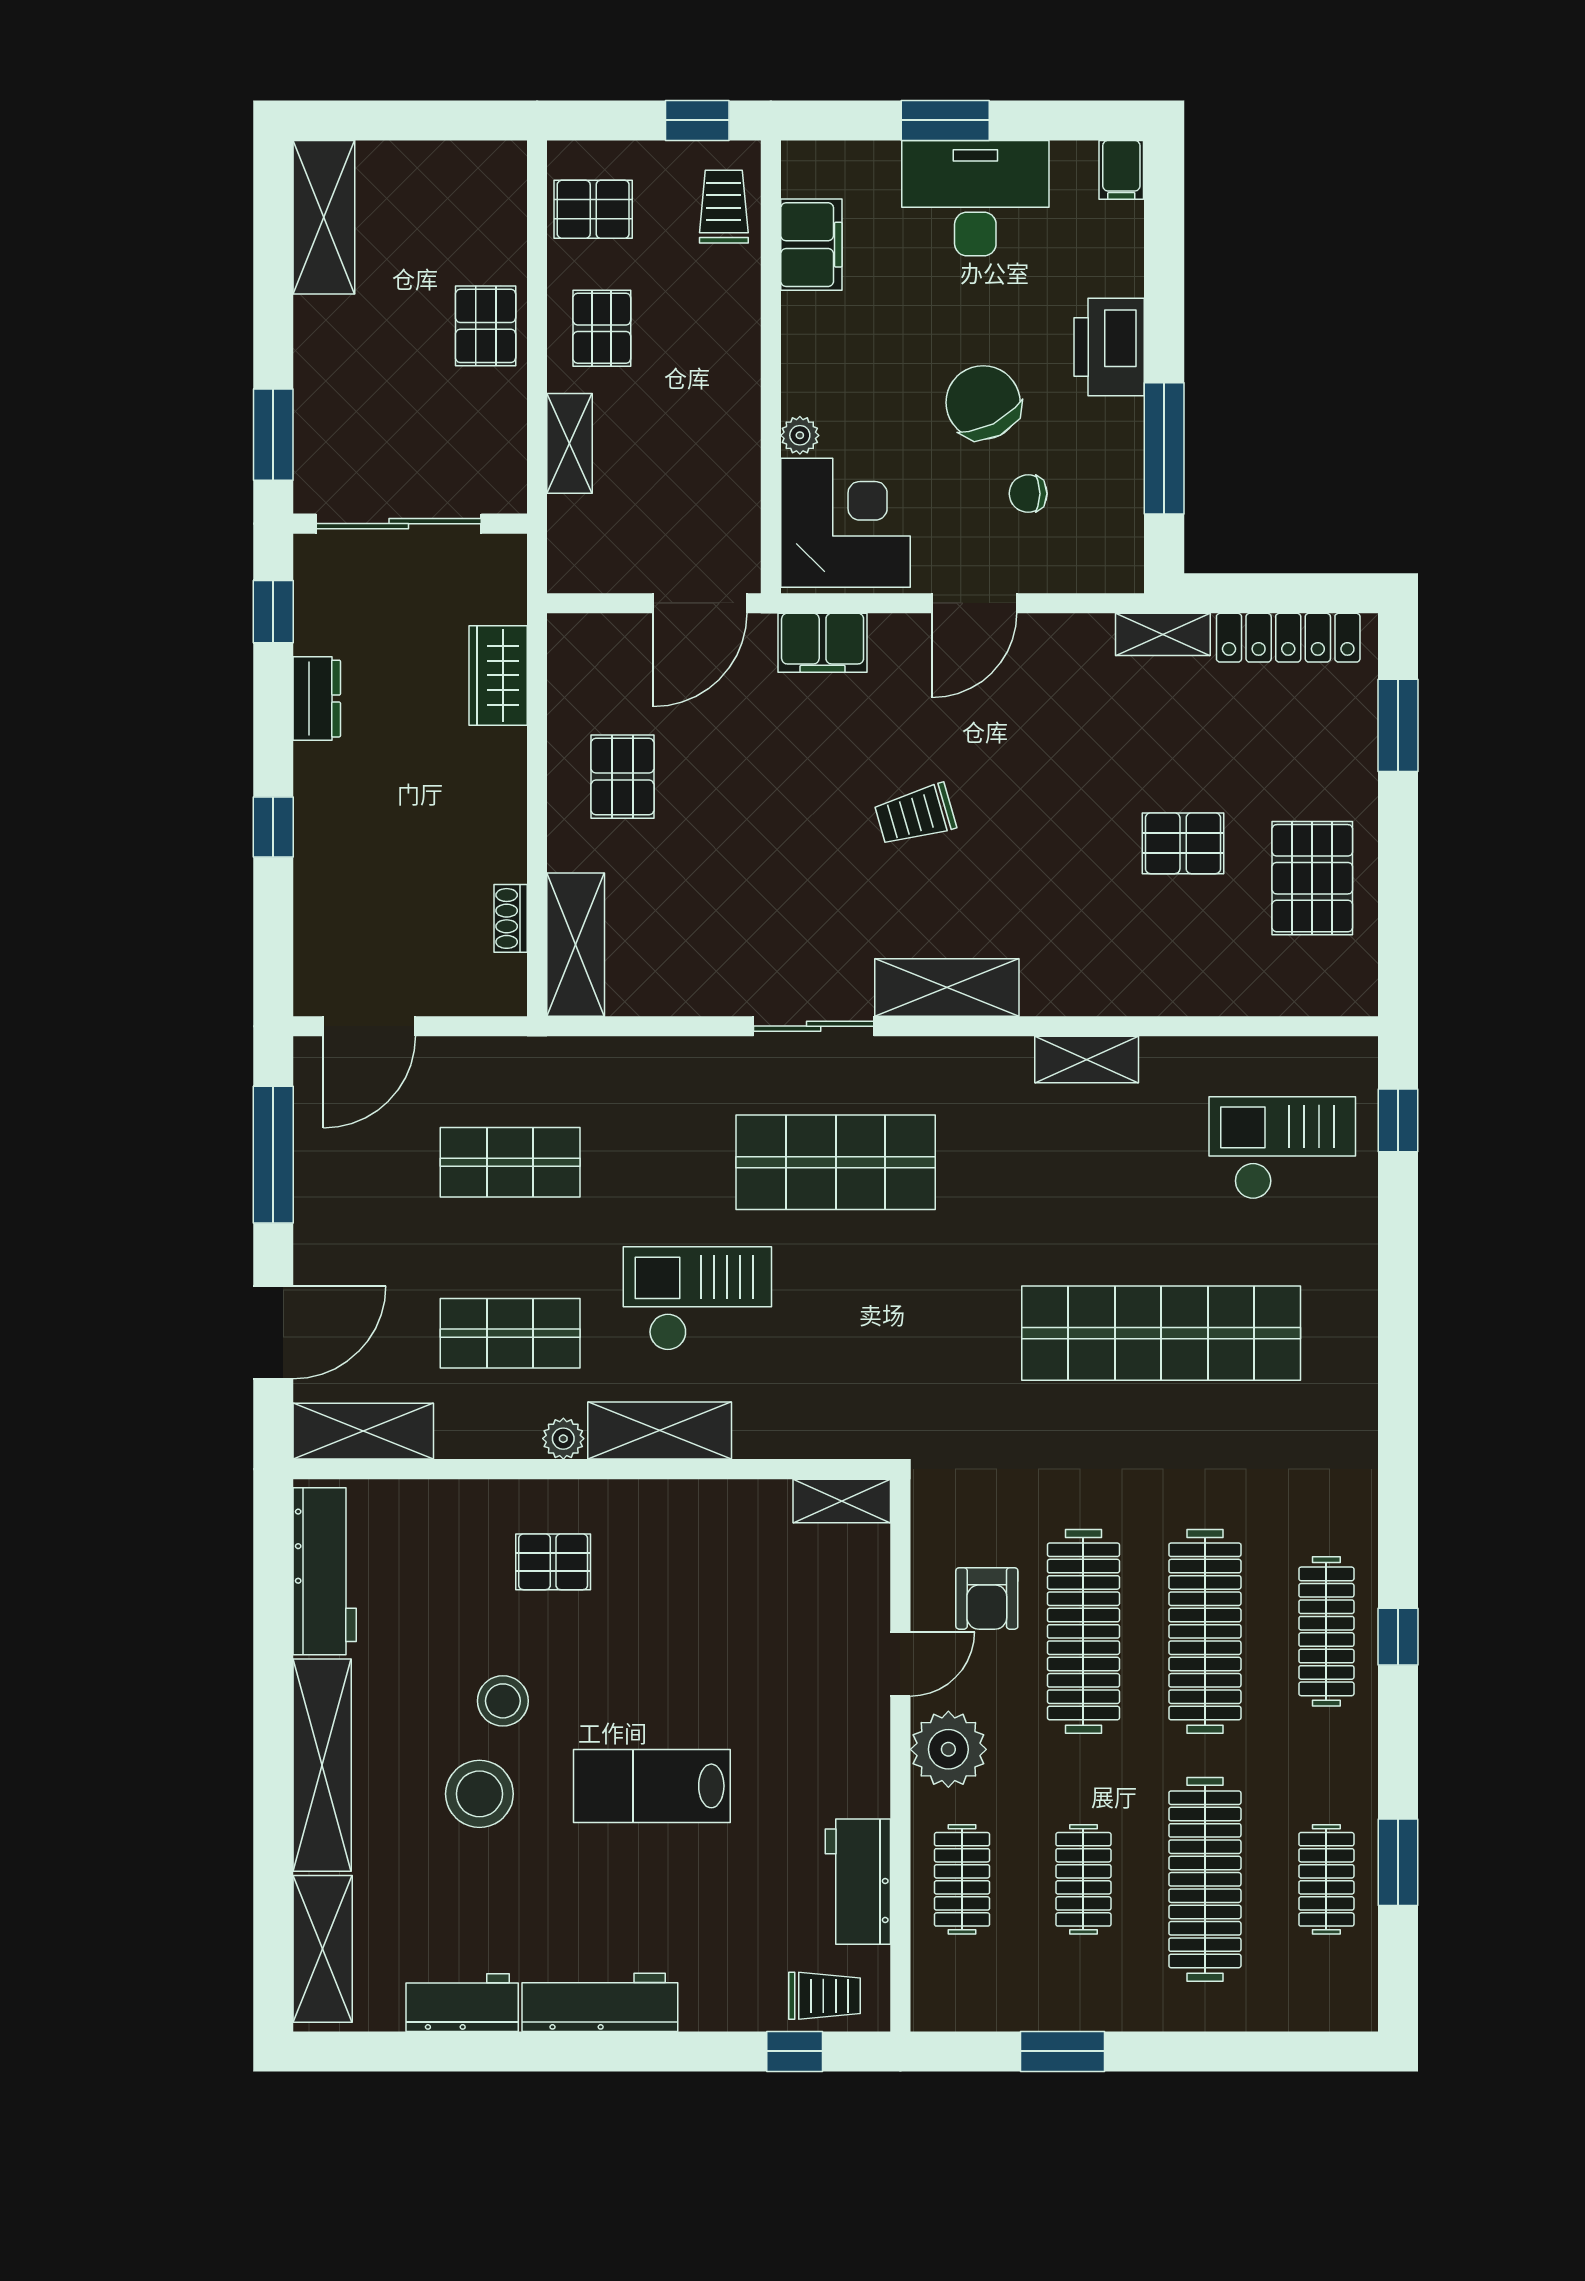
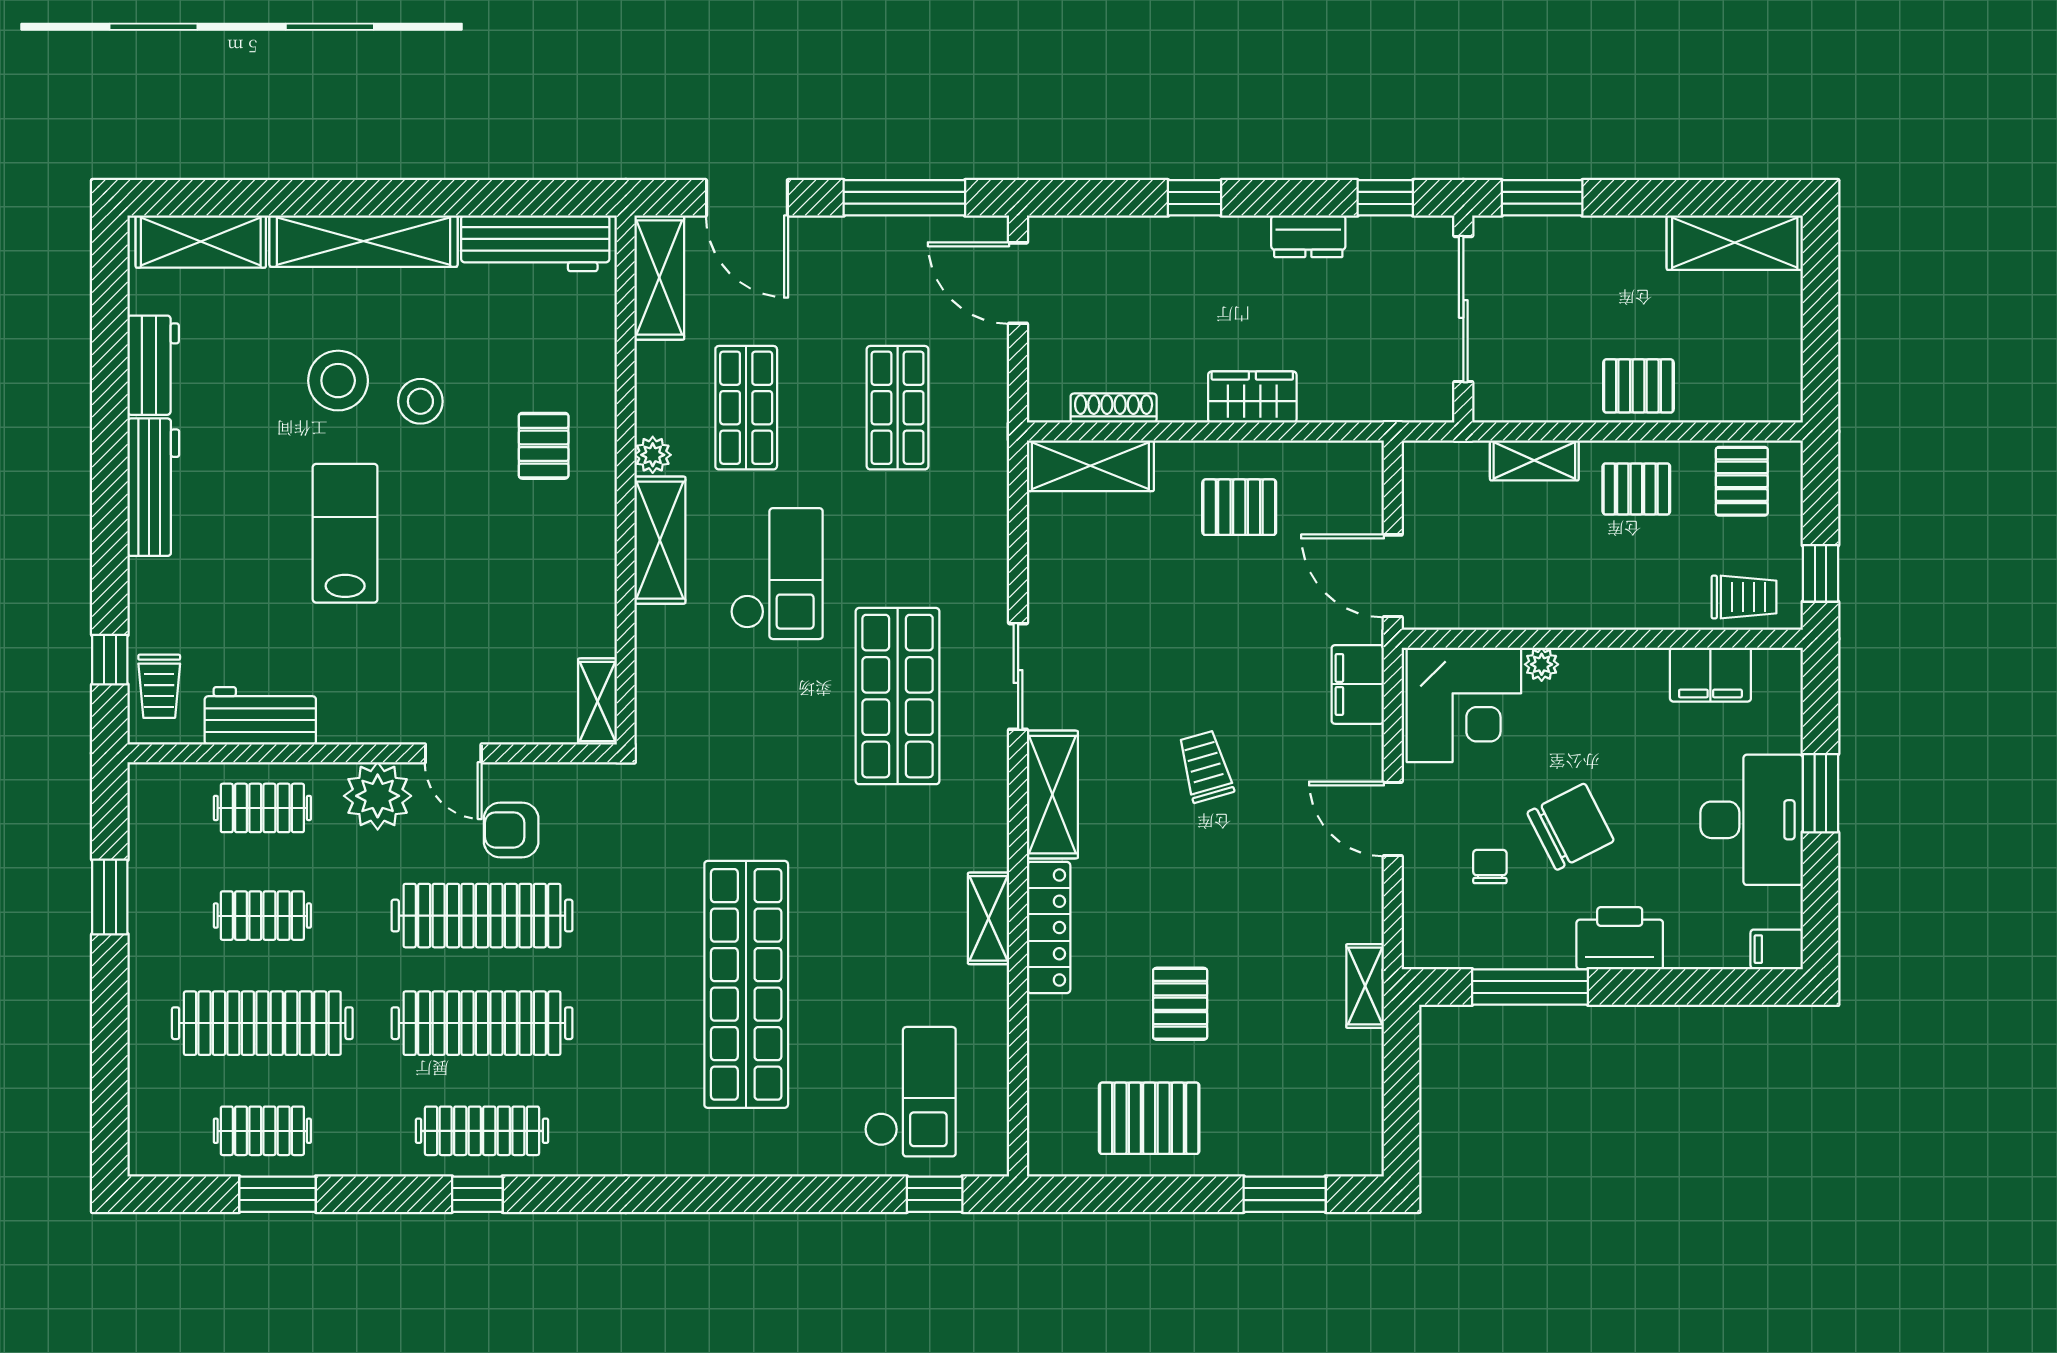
locker: (1288, 638) -> (1049, 928), moved, turned 180
wardrobe: (498, 675) -> (1252, 397), moved
shoe rack: (511, 918) -> (1114, 408), width x1.43

